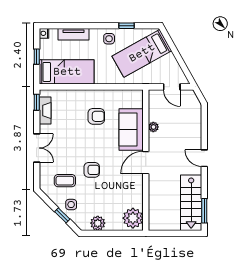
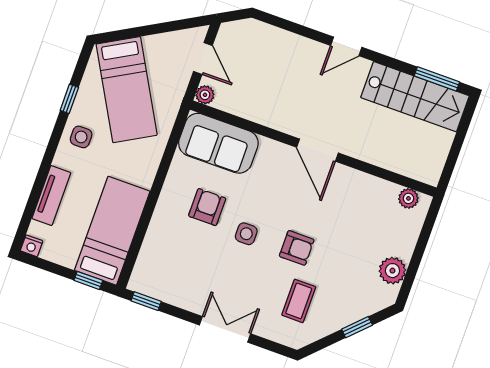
window: (37, 57) -> (88, 280), moved
door: (172, 87) -> (203, 59), hinge flipped
fireplace: (45, 110) -> (165, 292), removed
plant: (153, 127) -> (205, 95), moved
sofa: (131, 130) -> (218, 143), moved
armchair: (92, 170) -> (297, 248), turned 90
side table: (71, 205) -> (246, 234), moved
plant: (133, 218) -> (408, 198), width x0.53, depth x0.53

